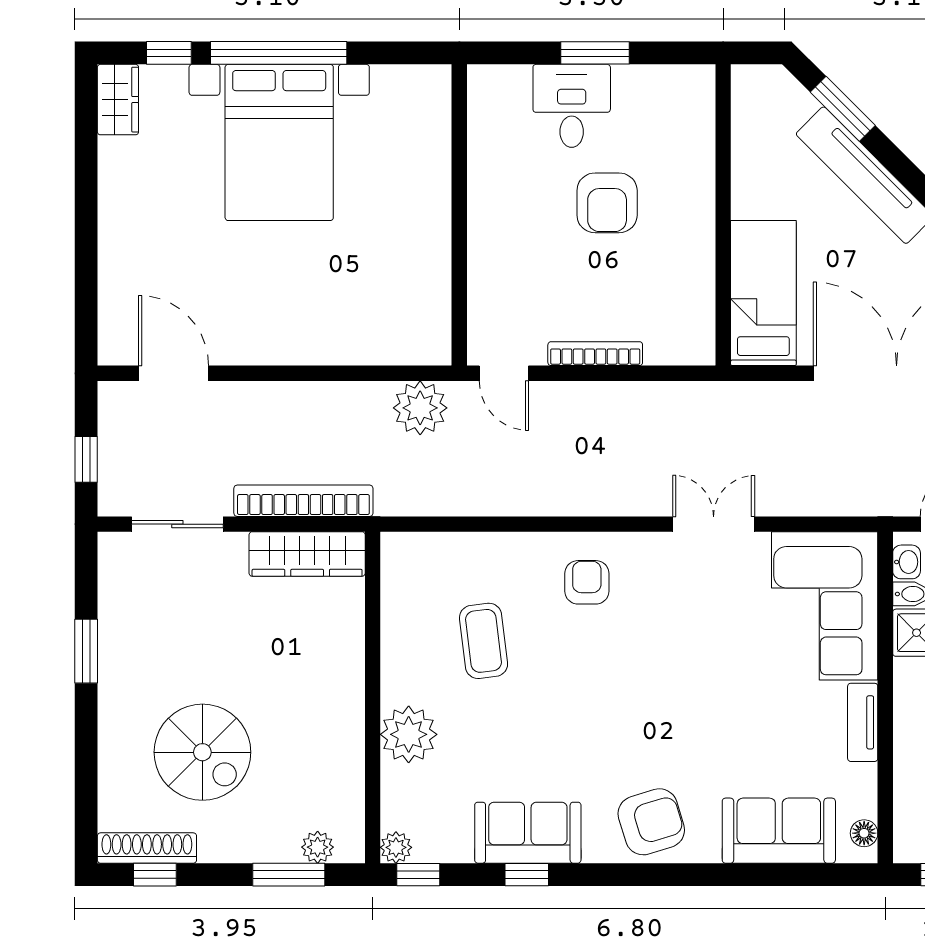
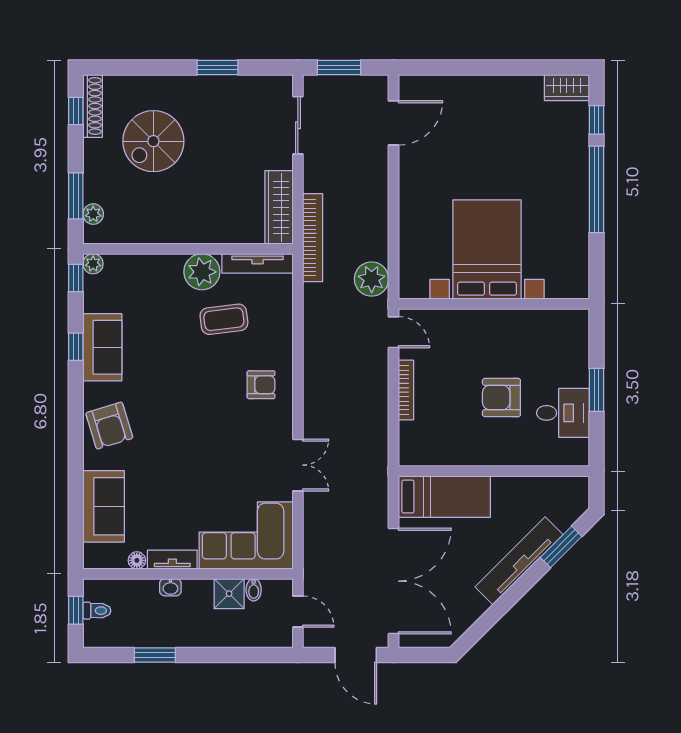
desk: (572, 106) -> (563, 413), moved
bed with nightstands: (279, 142) -> (487, 250), moved, turned 90
door: (504, 373) -> (393, 332), swing flipped
window: (86, 459) -> (339, 67), width x1.50
bookcase: (303, 501) -> (313, 238), moved
washbasin: (907, 562) -> (170, 587), moved
tv unit: (395, 588) -> (258, 263), added
plant: (409, 734) -> (202, 272), moved
floor lamp: (864, 833) -> (137, 560), moved

